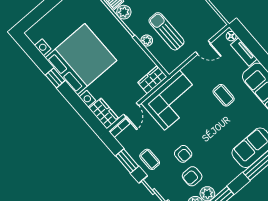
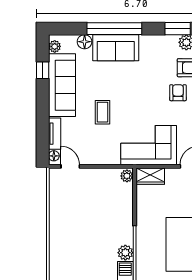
sun lounger: (166, 31) -> (104, 206), removed
plant: (147, 41) -> (127, 176), moved
door: (203, 48) -> (70, 166), moved

